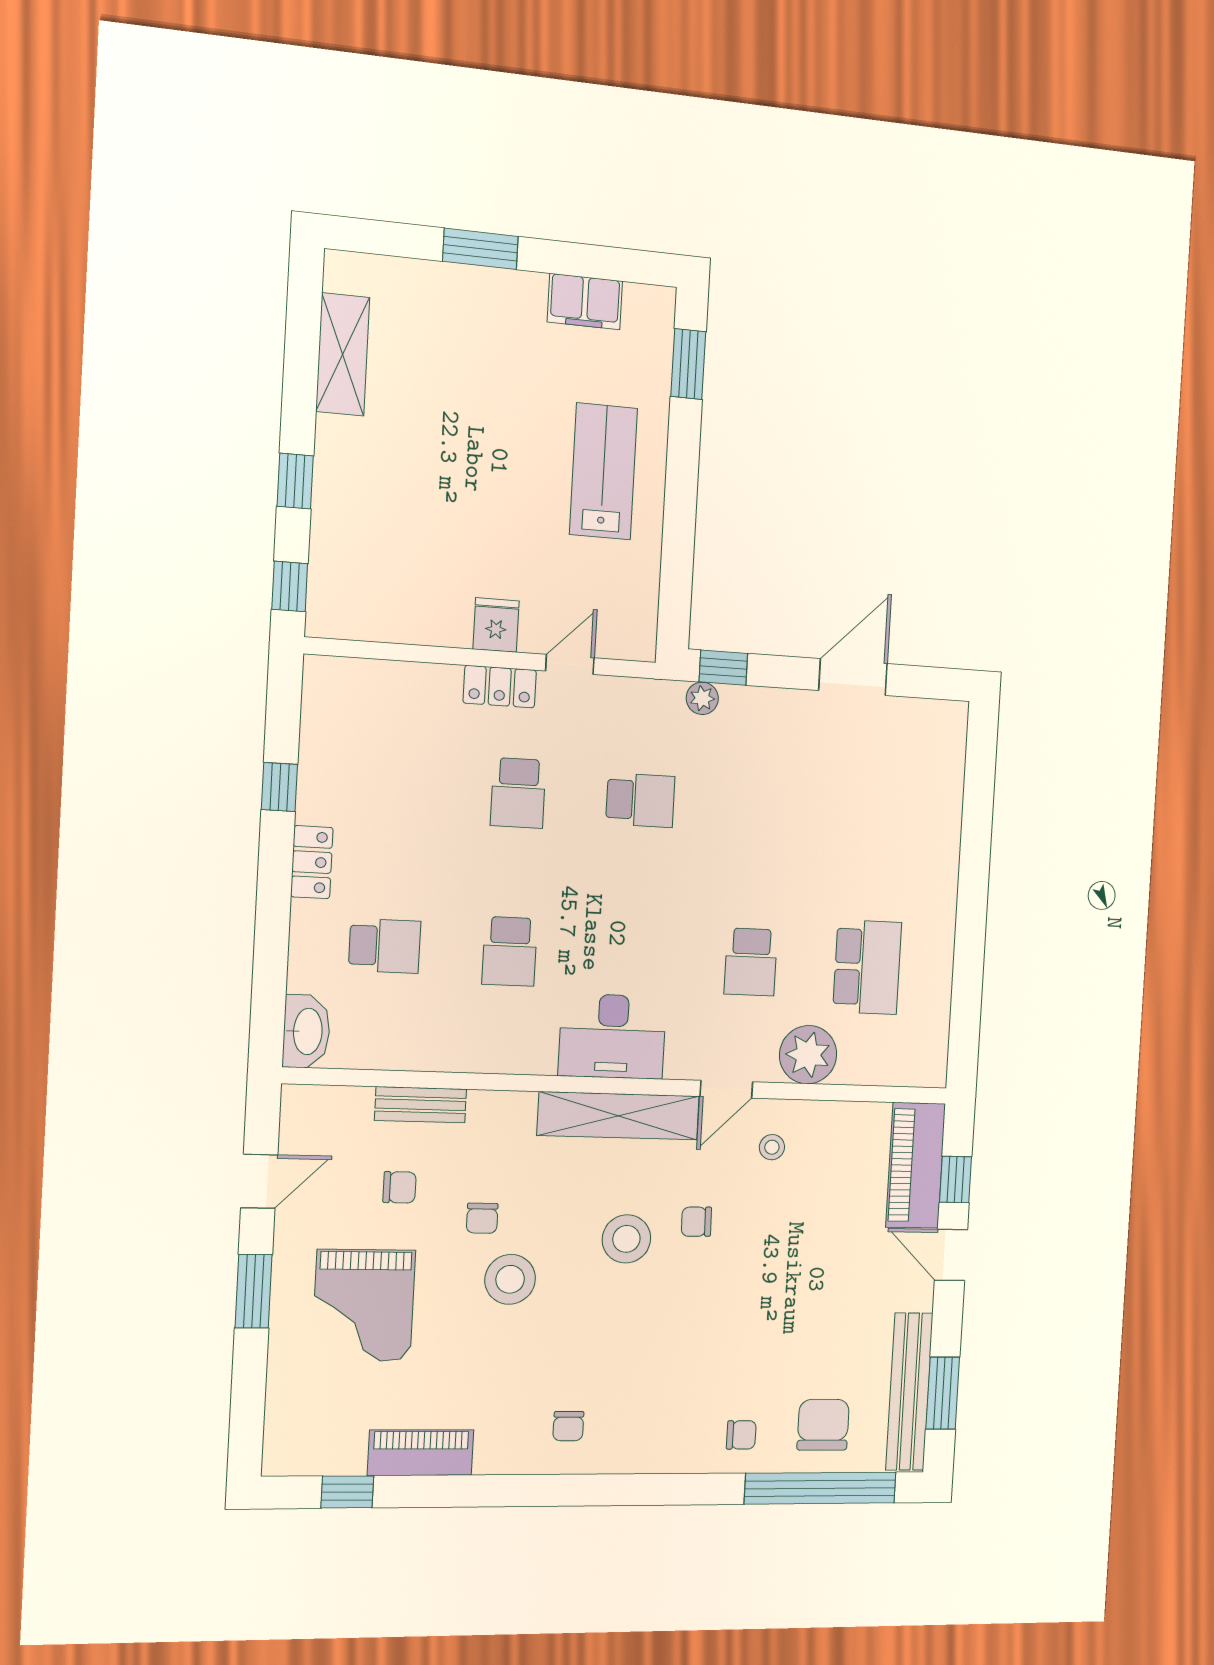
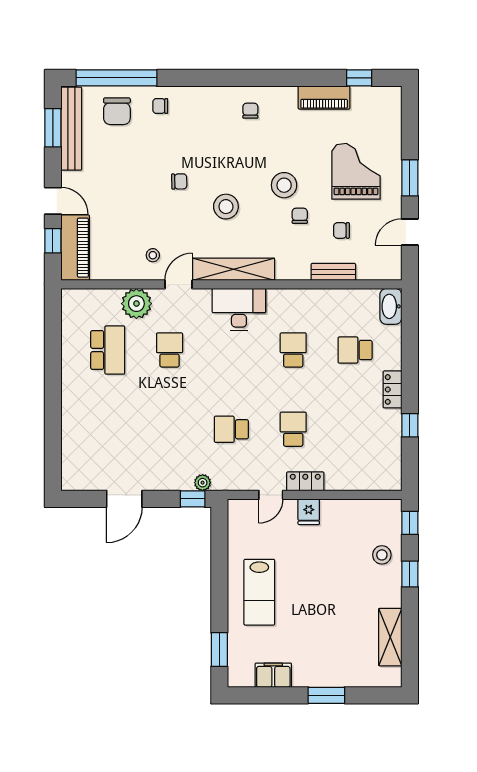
stool: (351, 525) -> (382, 555), added
school desk: (867, 967) -> (108, 350), turned 180
chair: (696, 1222) -> (179, 181), moved

